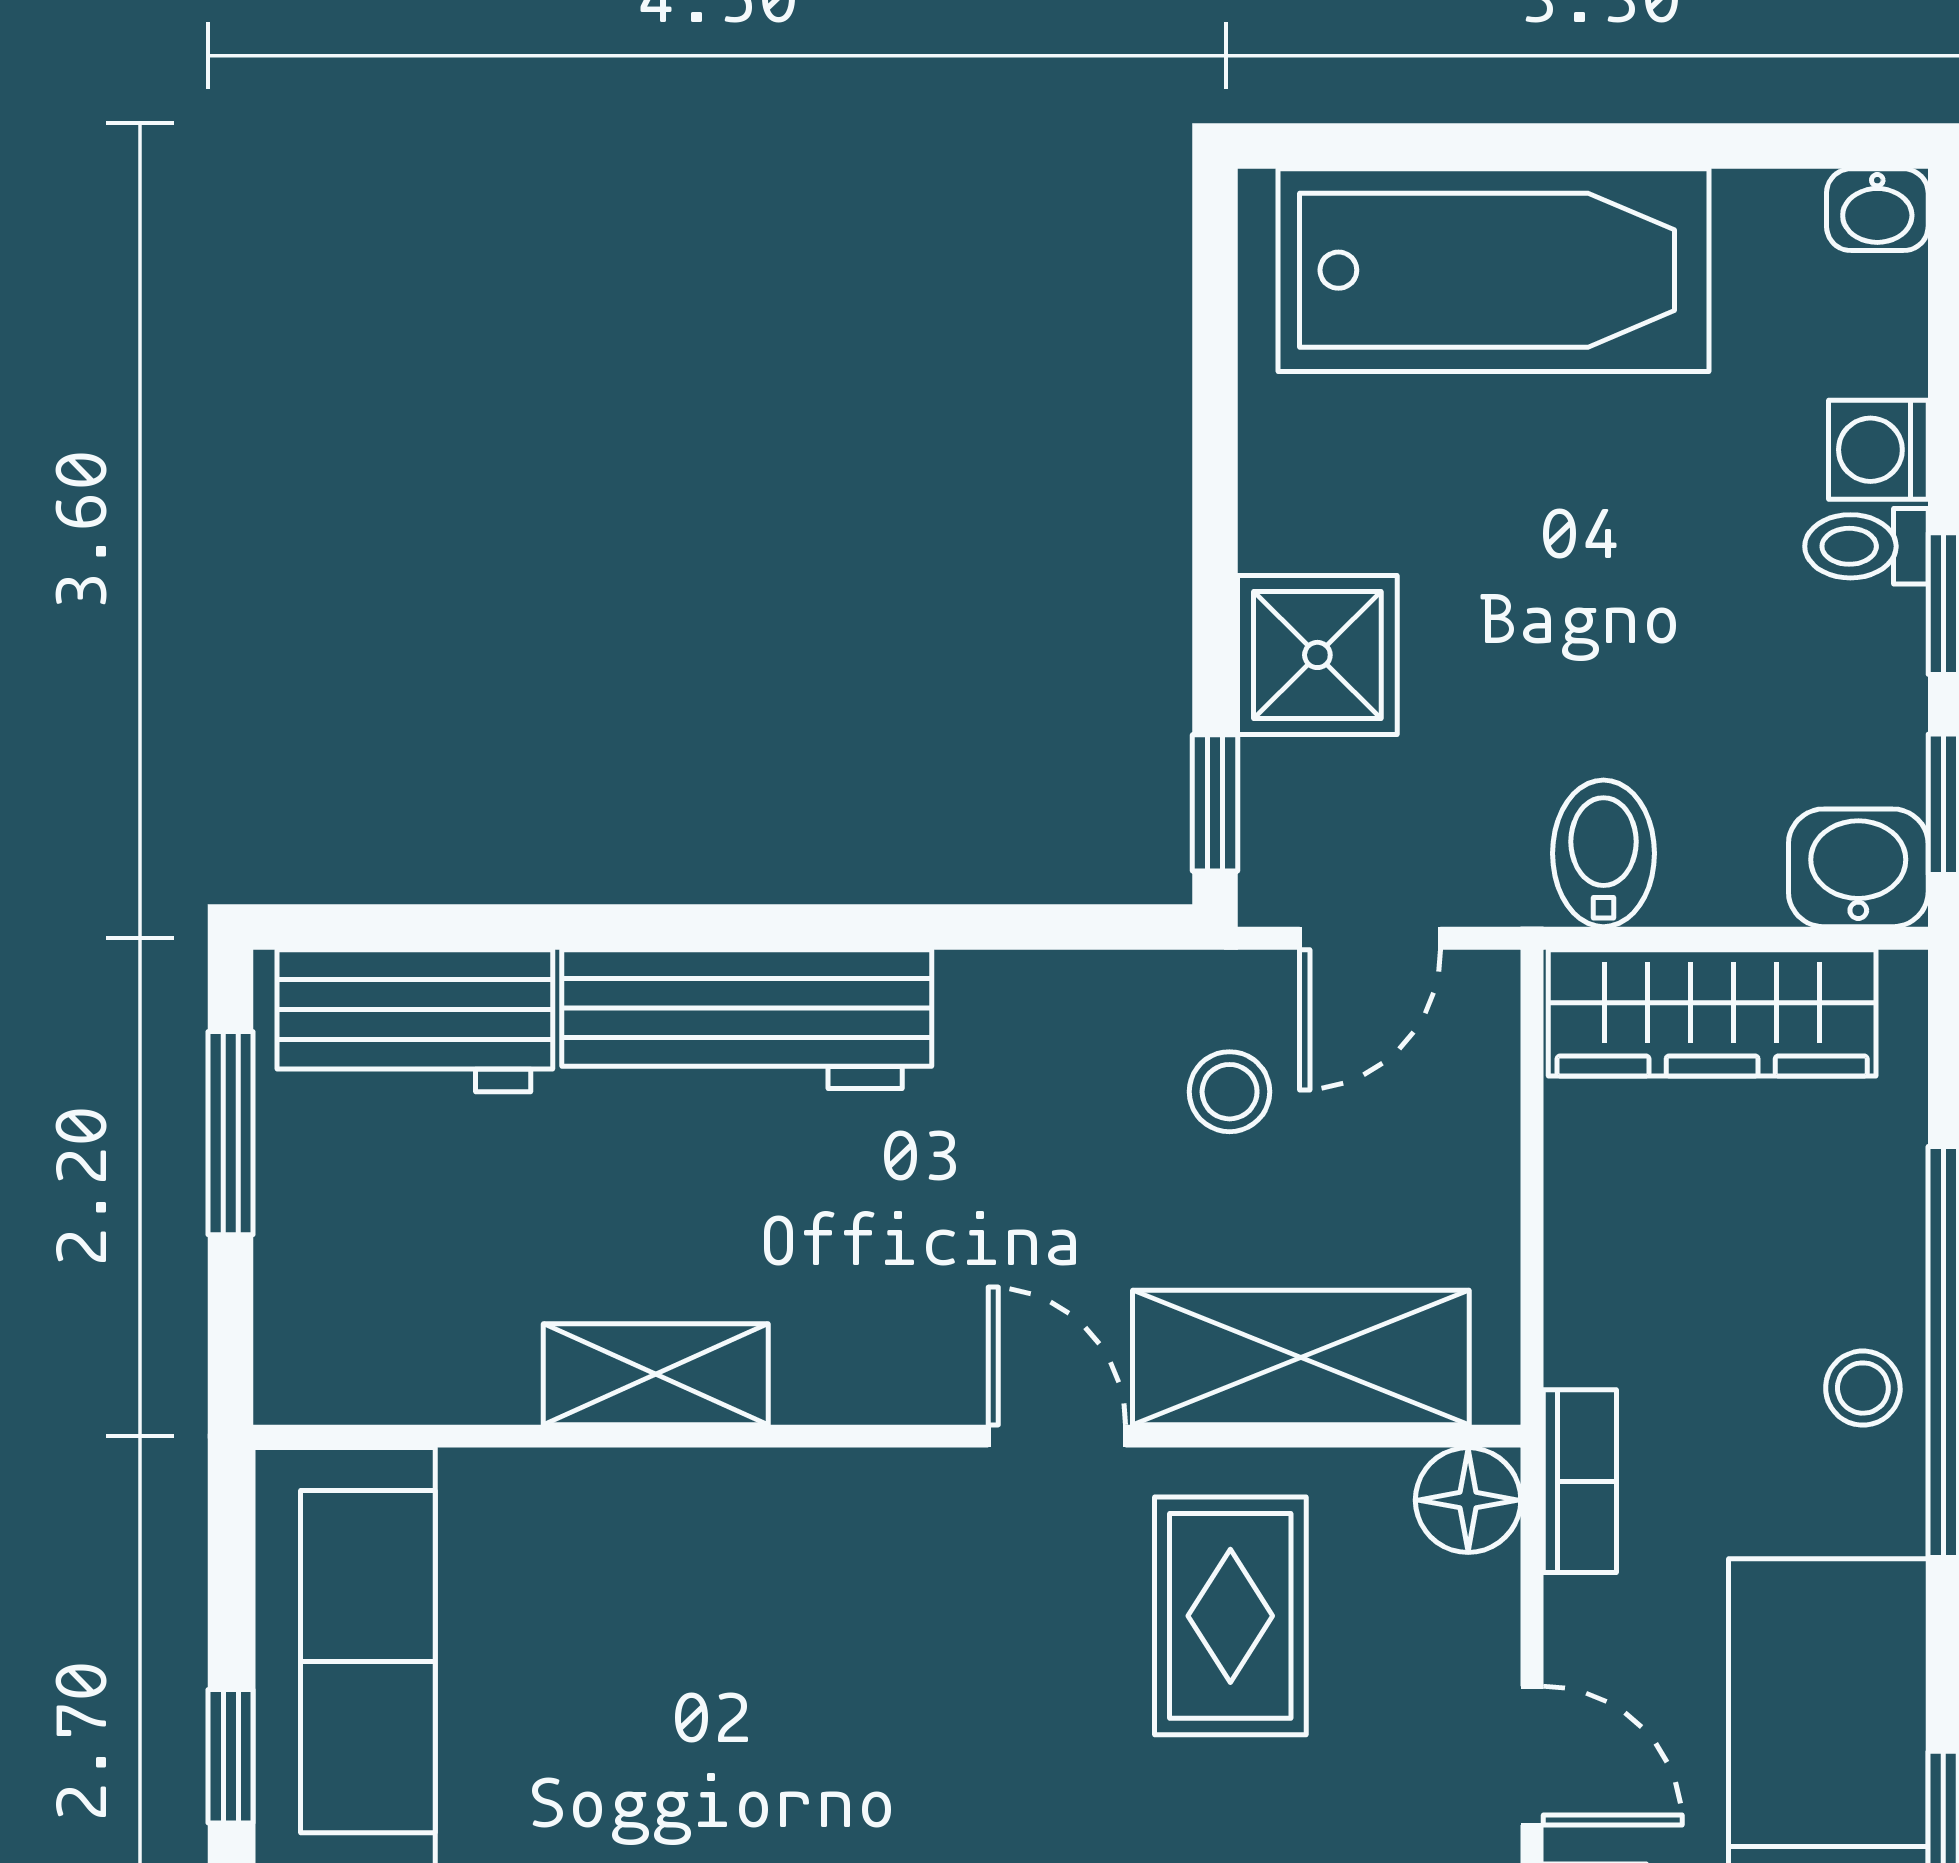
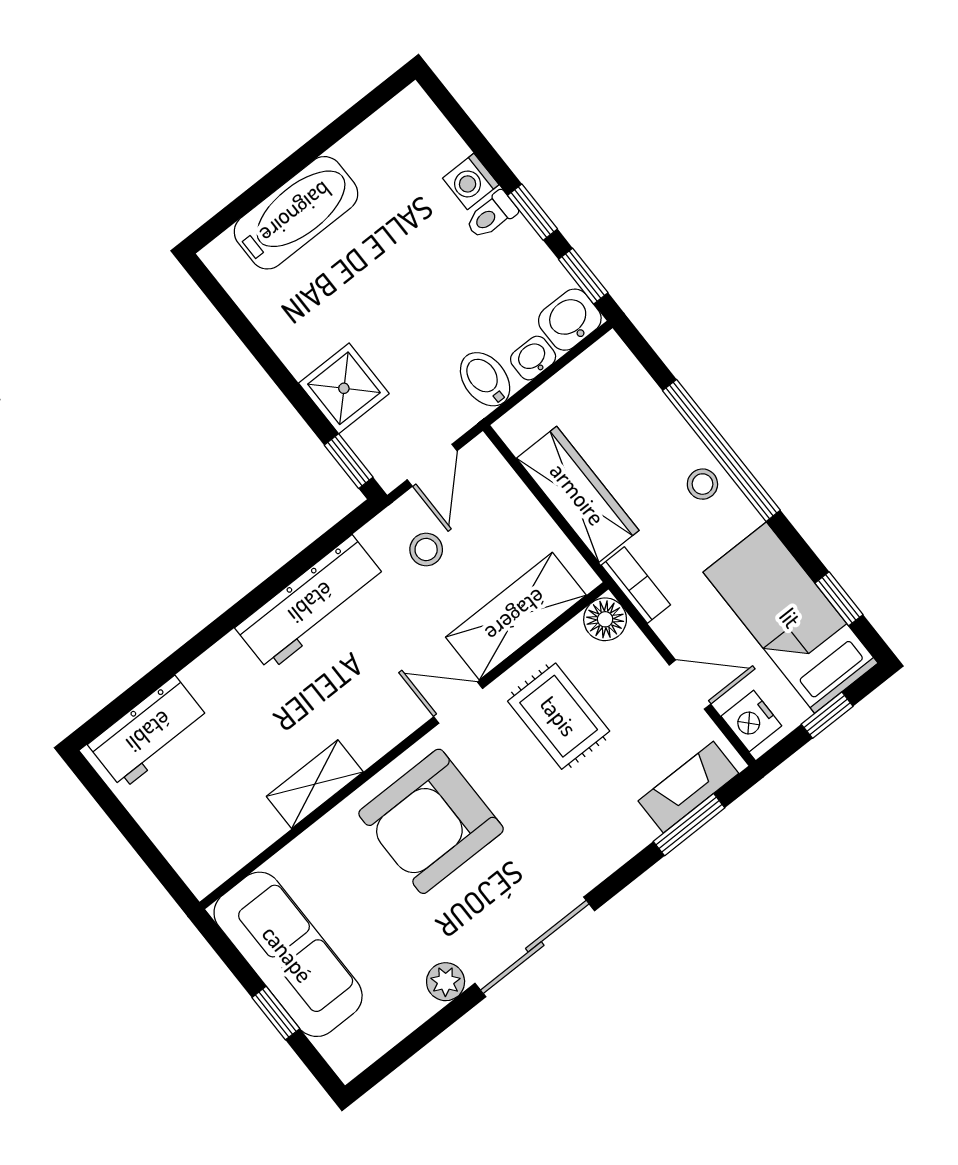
washbasin: (1877, 210) -> (533, 358), moved, turned 180
bathtub: (1493, 270) -> (296, 213), width x0.73, depth x0.73
wardrobe: (1712, 1013) -> (578, 494), moved, turned -90
workbench: (747, 1019) -> (311, 603), moved
window: (231, 1133) -> (119, 815), removed
armchair: (823, 1624) -> (431, 821), added

